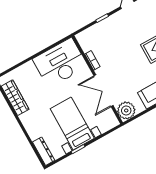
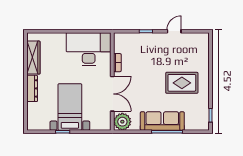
double door: (103, 91) -> (112, 94), swing flipped
dresser: (44, 151) -> (32, 88), moved

